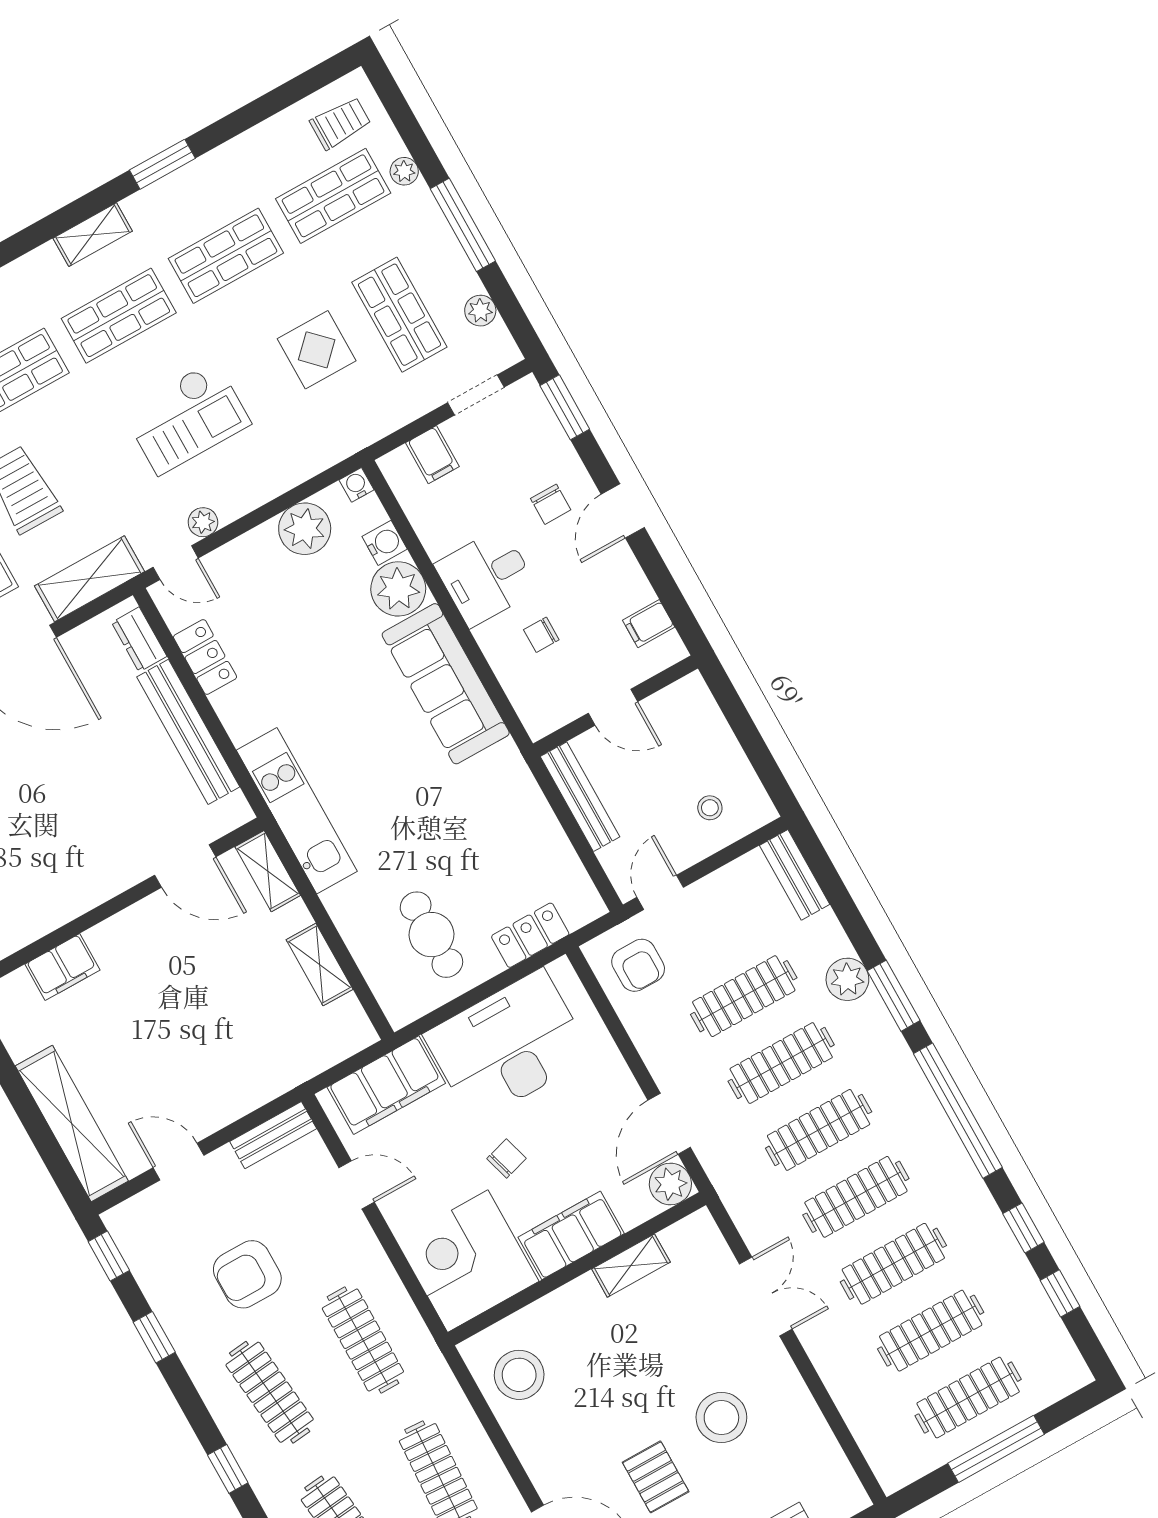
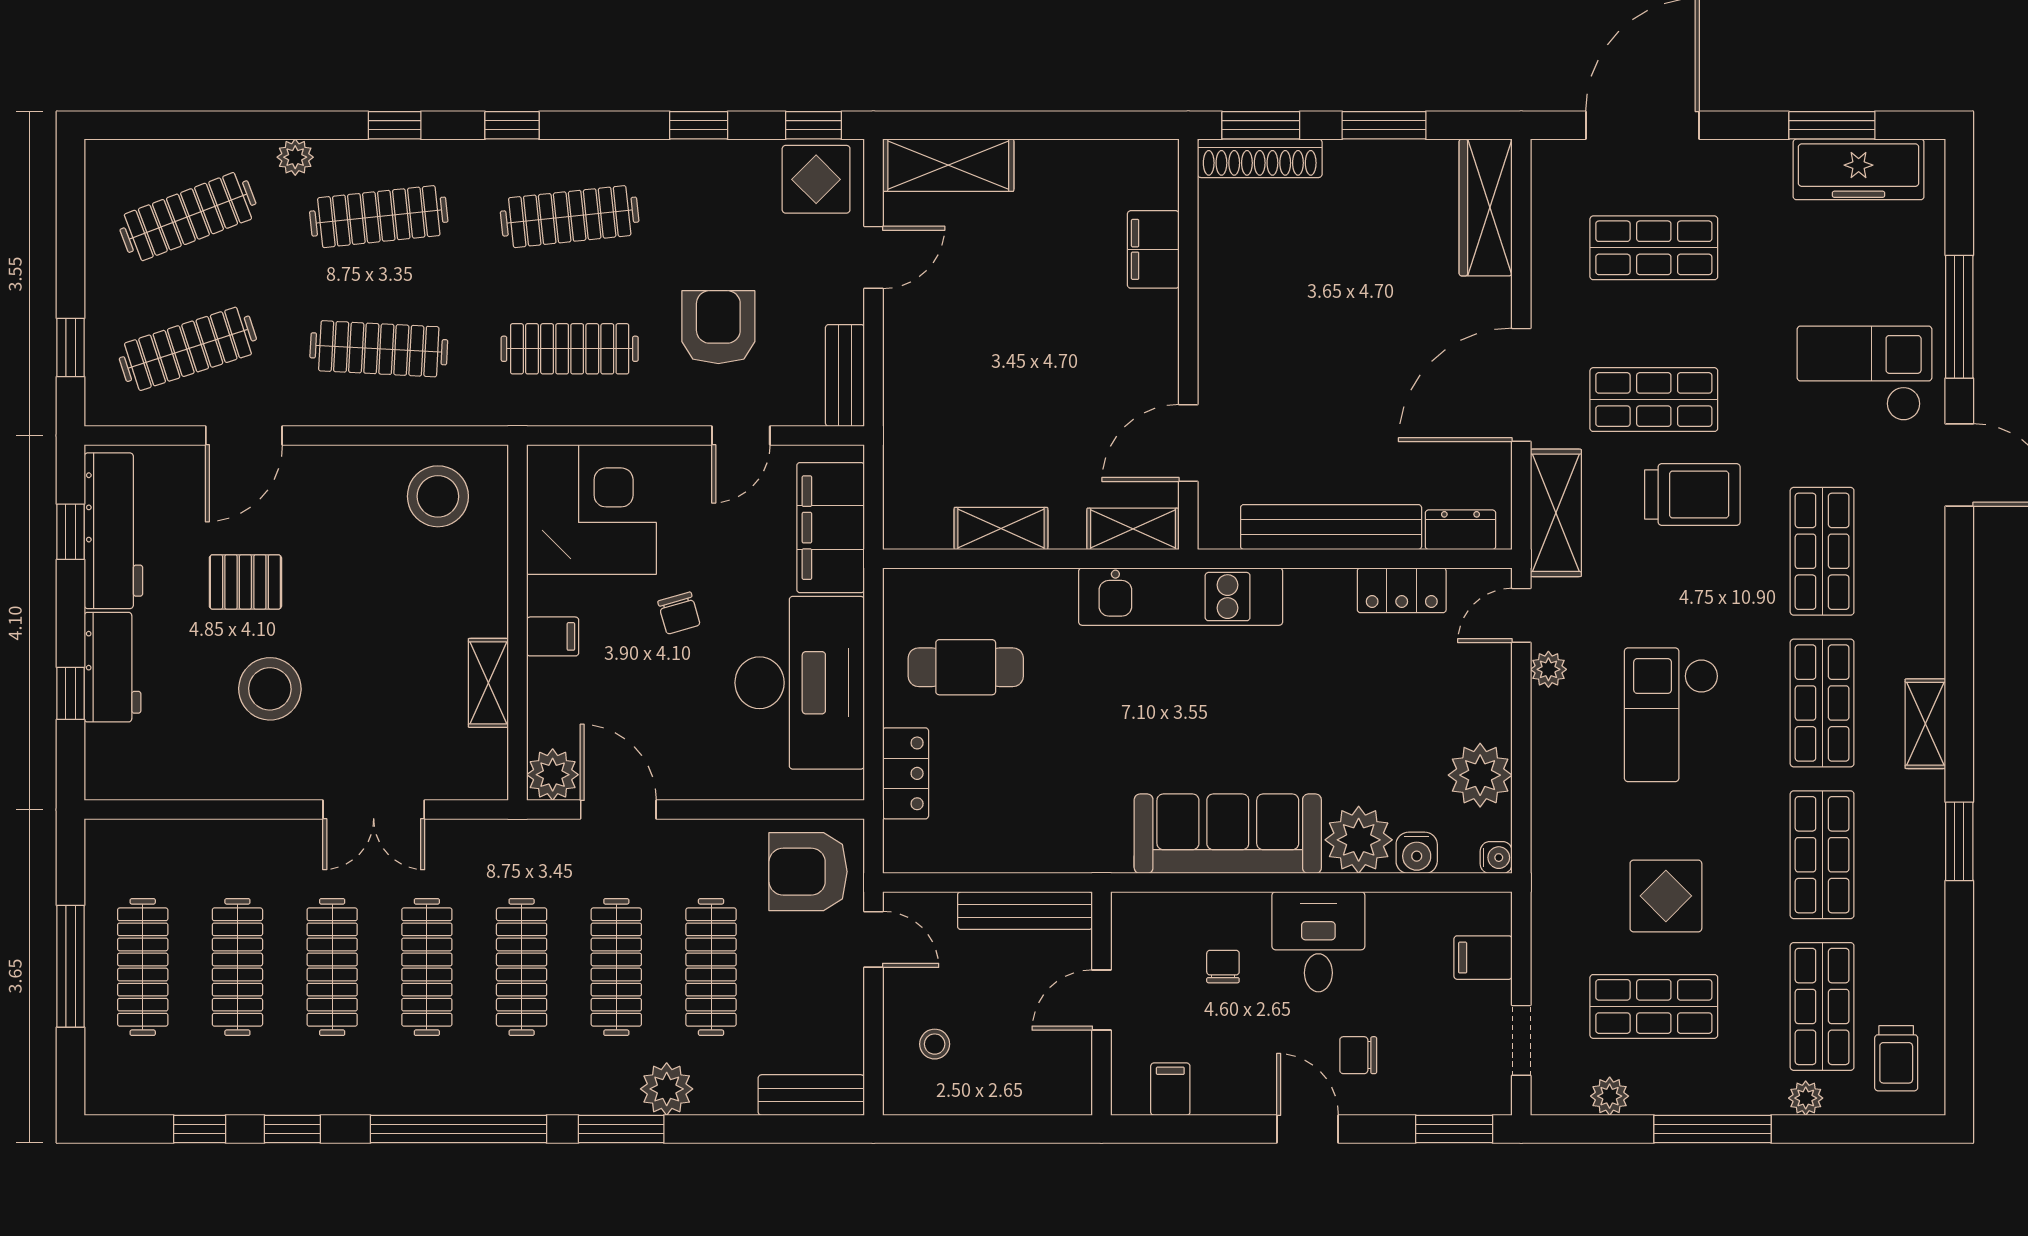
armchair: (638, 965) -> (808, 872), width x1.38, depth x1.38
shelving: (72, 1123) -> (948, 165), width x0.68
display table: (146, 1233) -> (816, 179), added
filing cabinet: (571, 1235) -> (553, 636), width x0.33, depth x0.86
armchair: (247, 1274) -> (718, 327), moved

